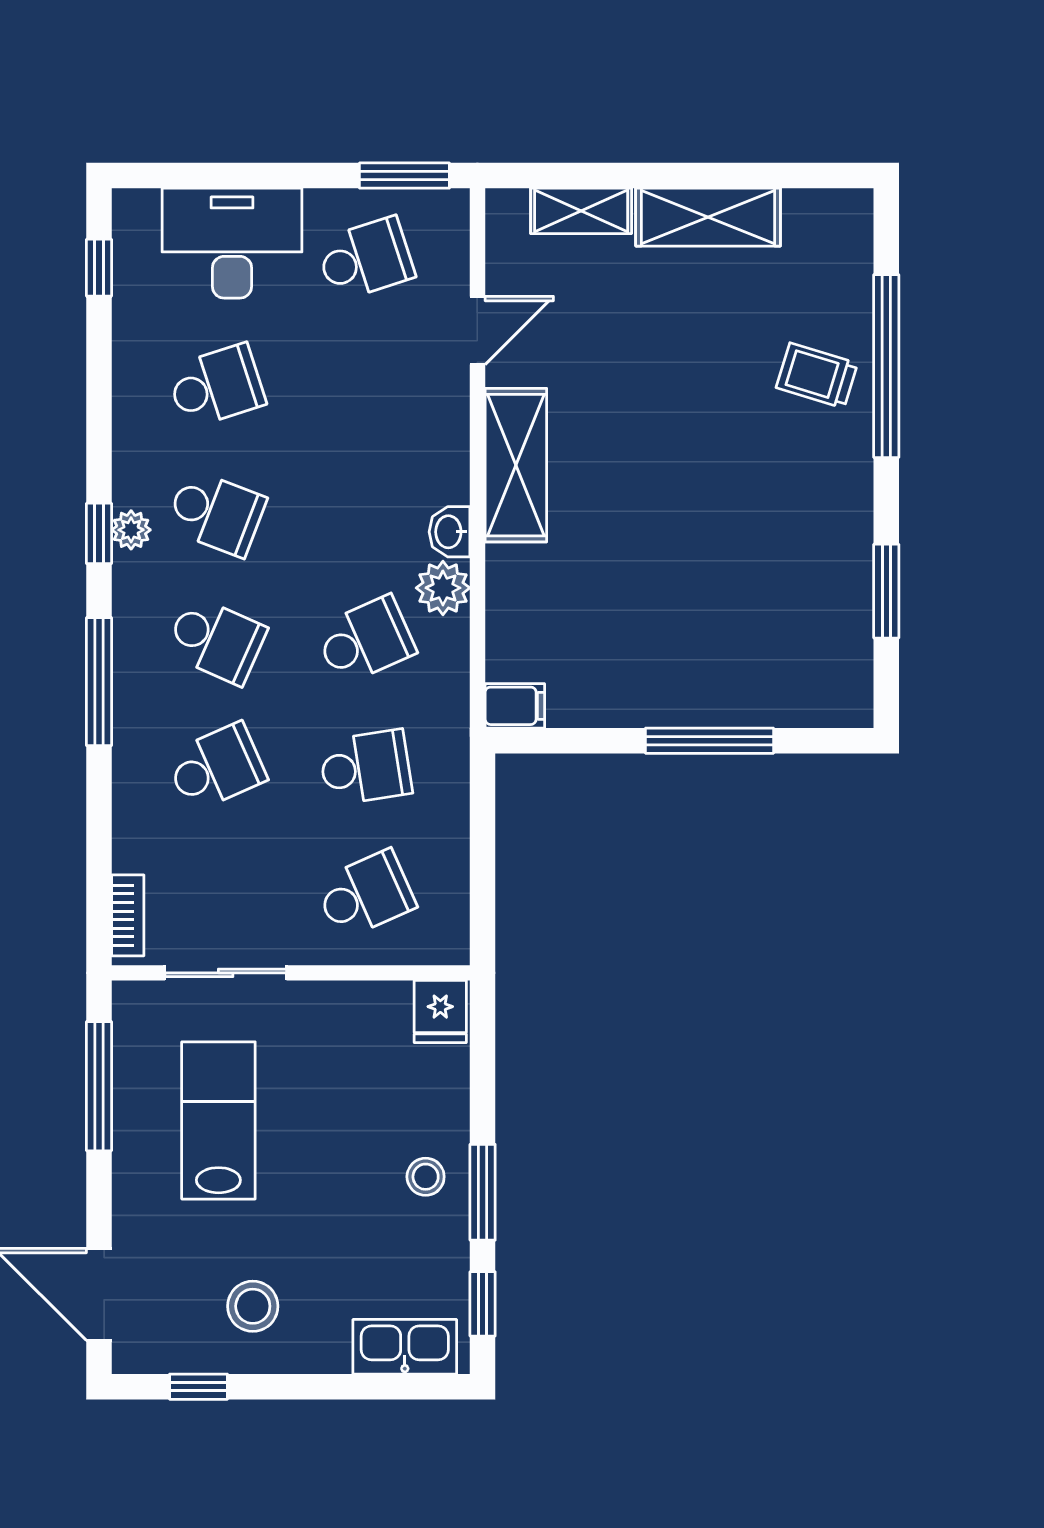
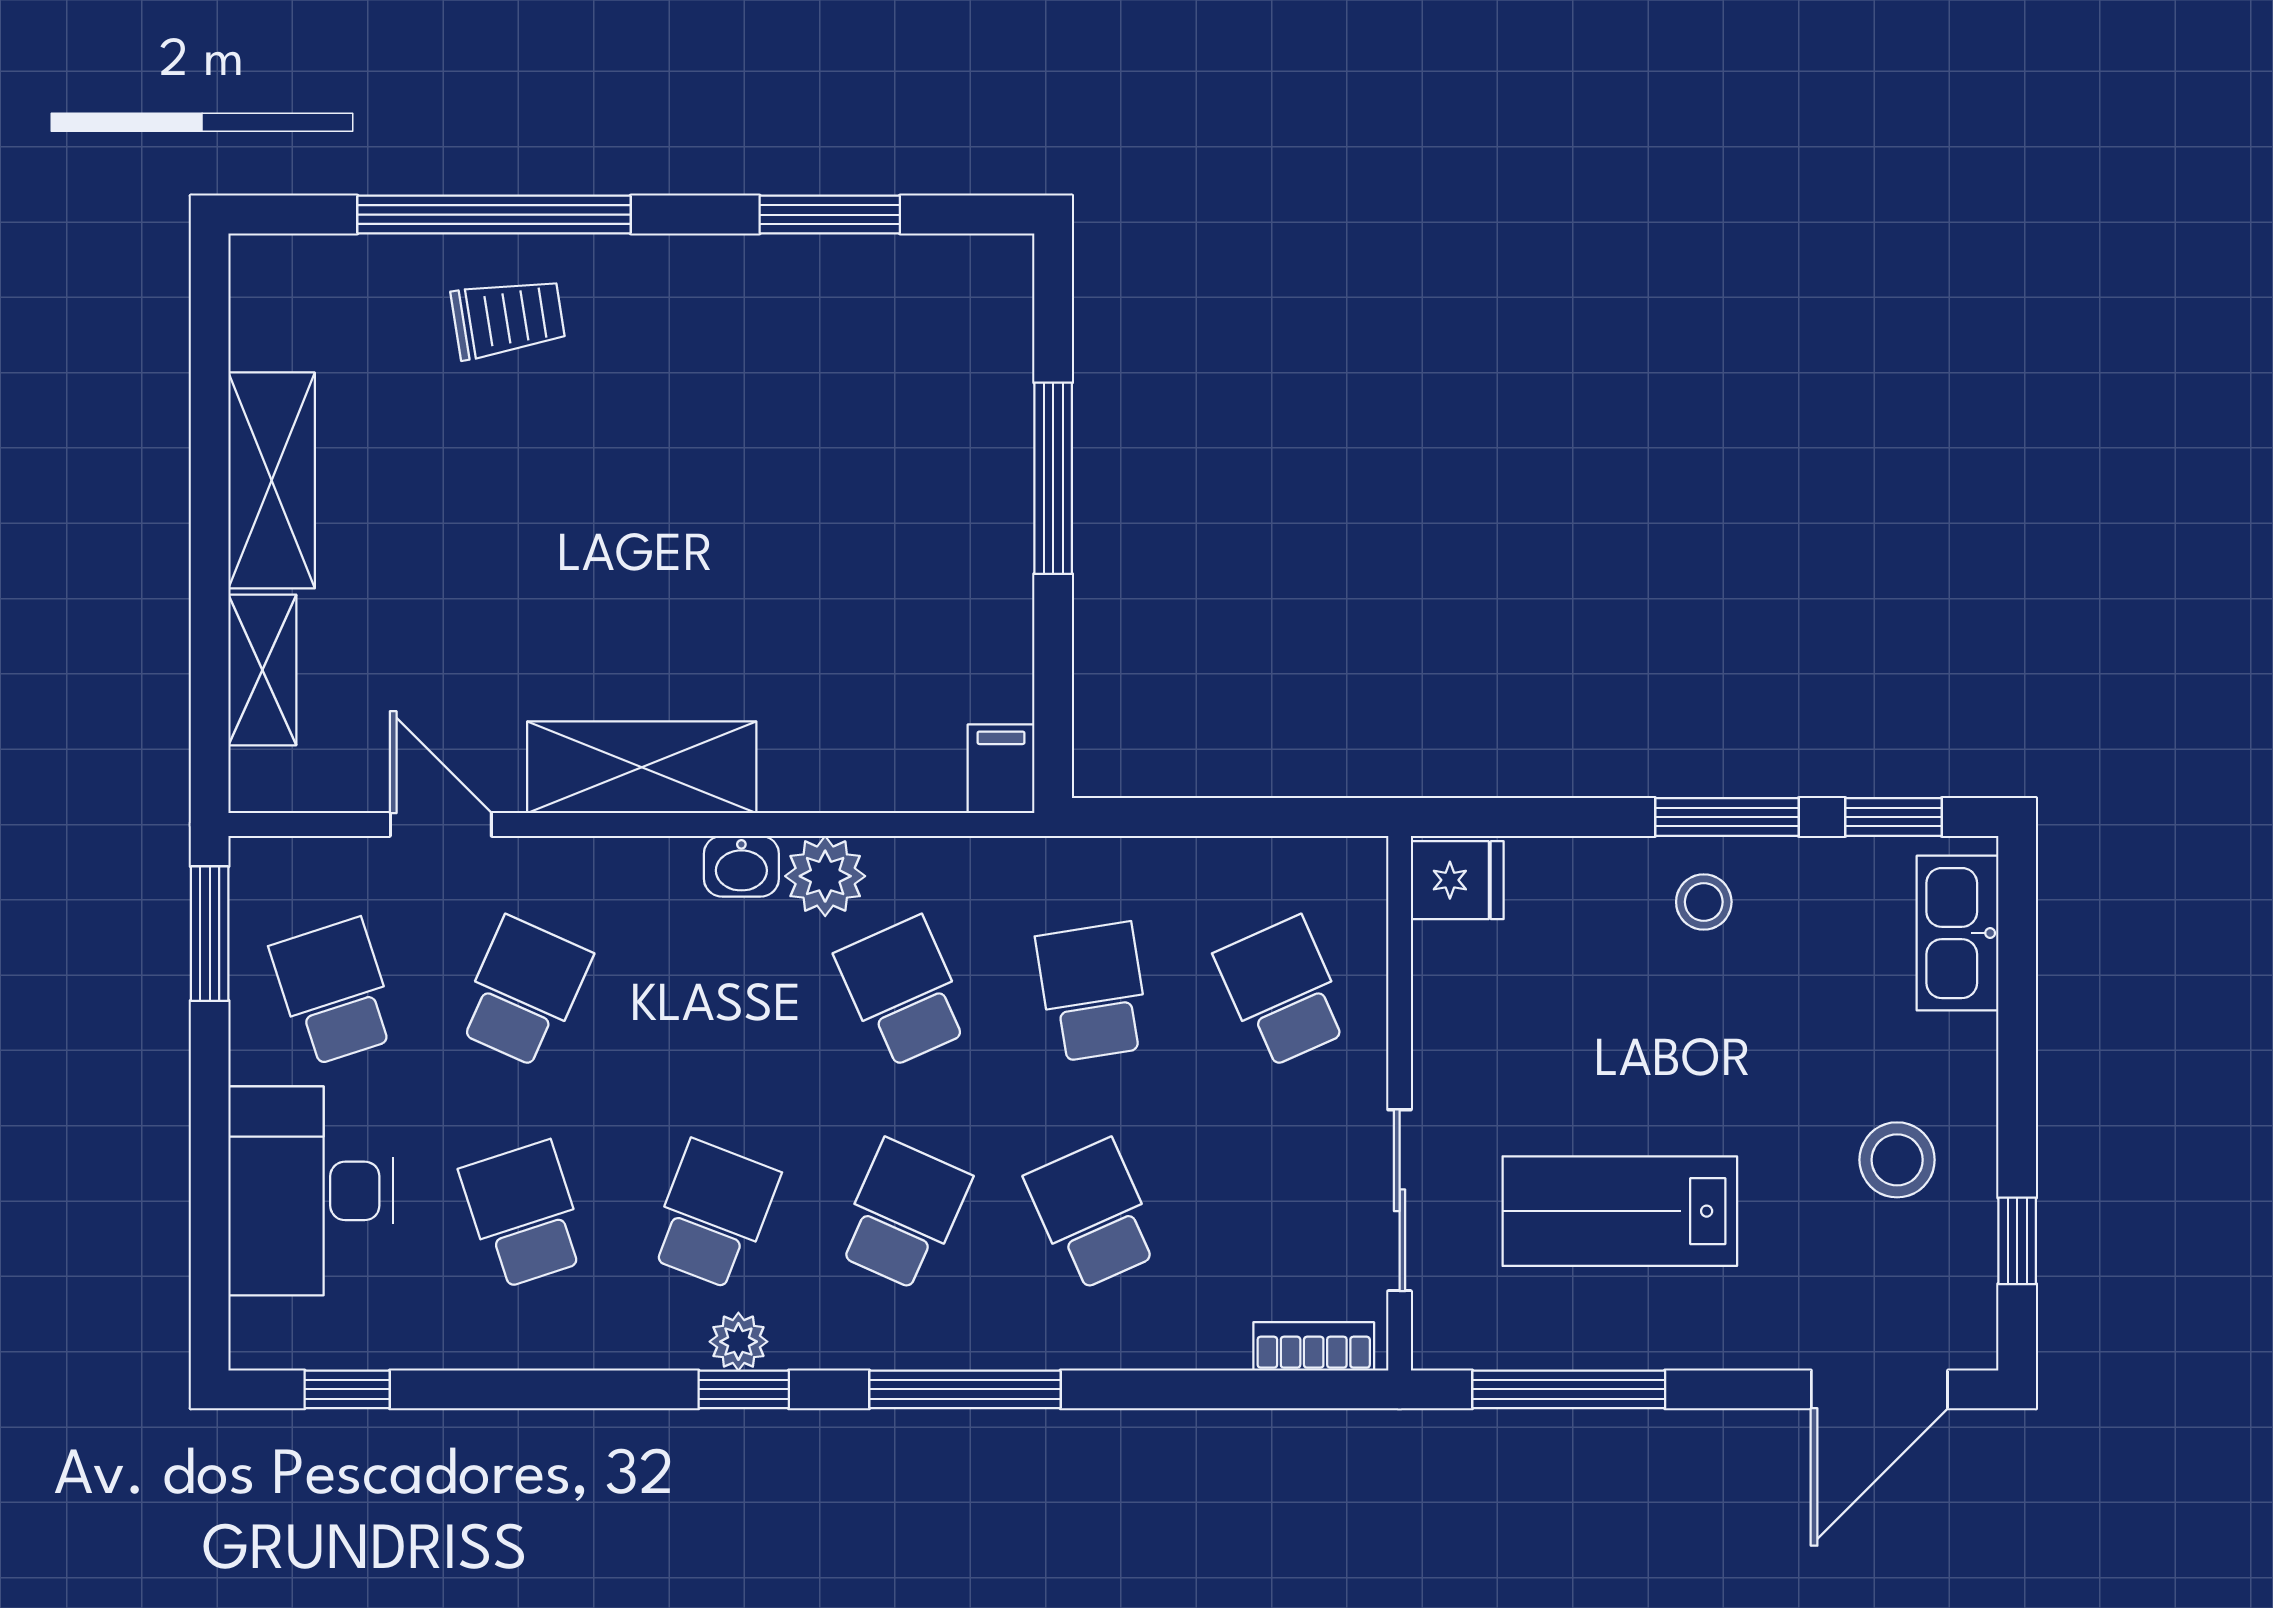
trolley: (817, 376) -> (508, 318), turned -116
school desk: (365, 386) -> (524, 992), added

